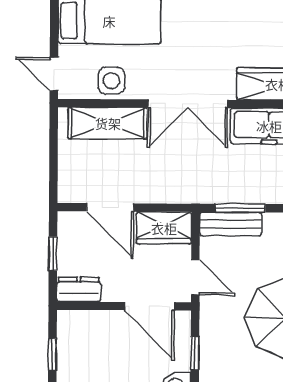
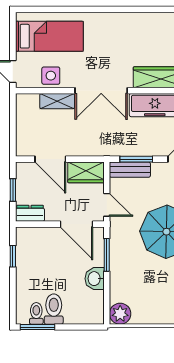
shelving: (108, 123) -> (57, 101), width x0.67, depth x0.75
window: (195, 353) -> (107, 255), width x1.50

